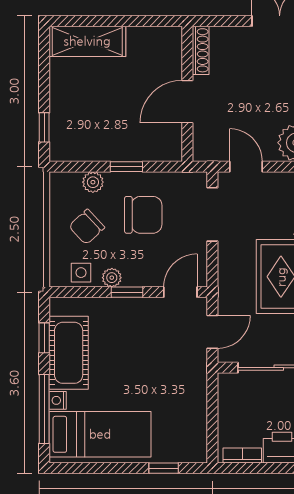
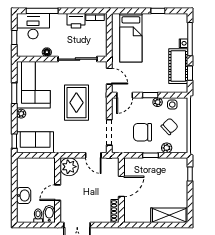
door: (212, 332) -> (109, 76), swing flipped
bed: (100, 434) -> (131, 38), moved, turned -90
window: (164, 468) -> (158, 11), moved

